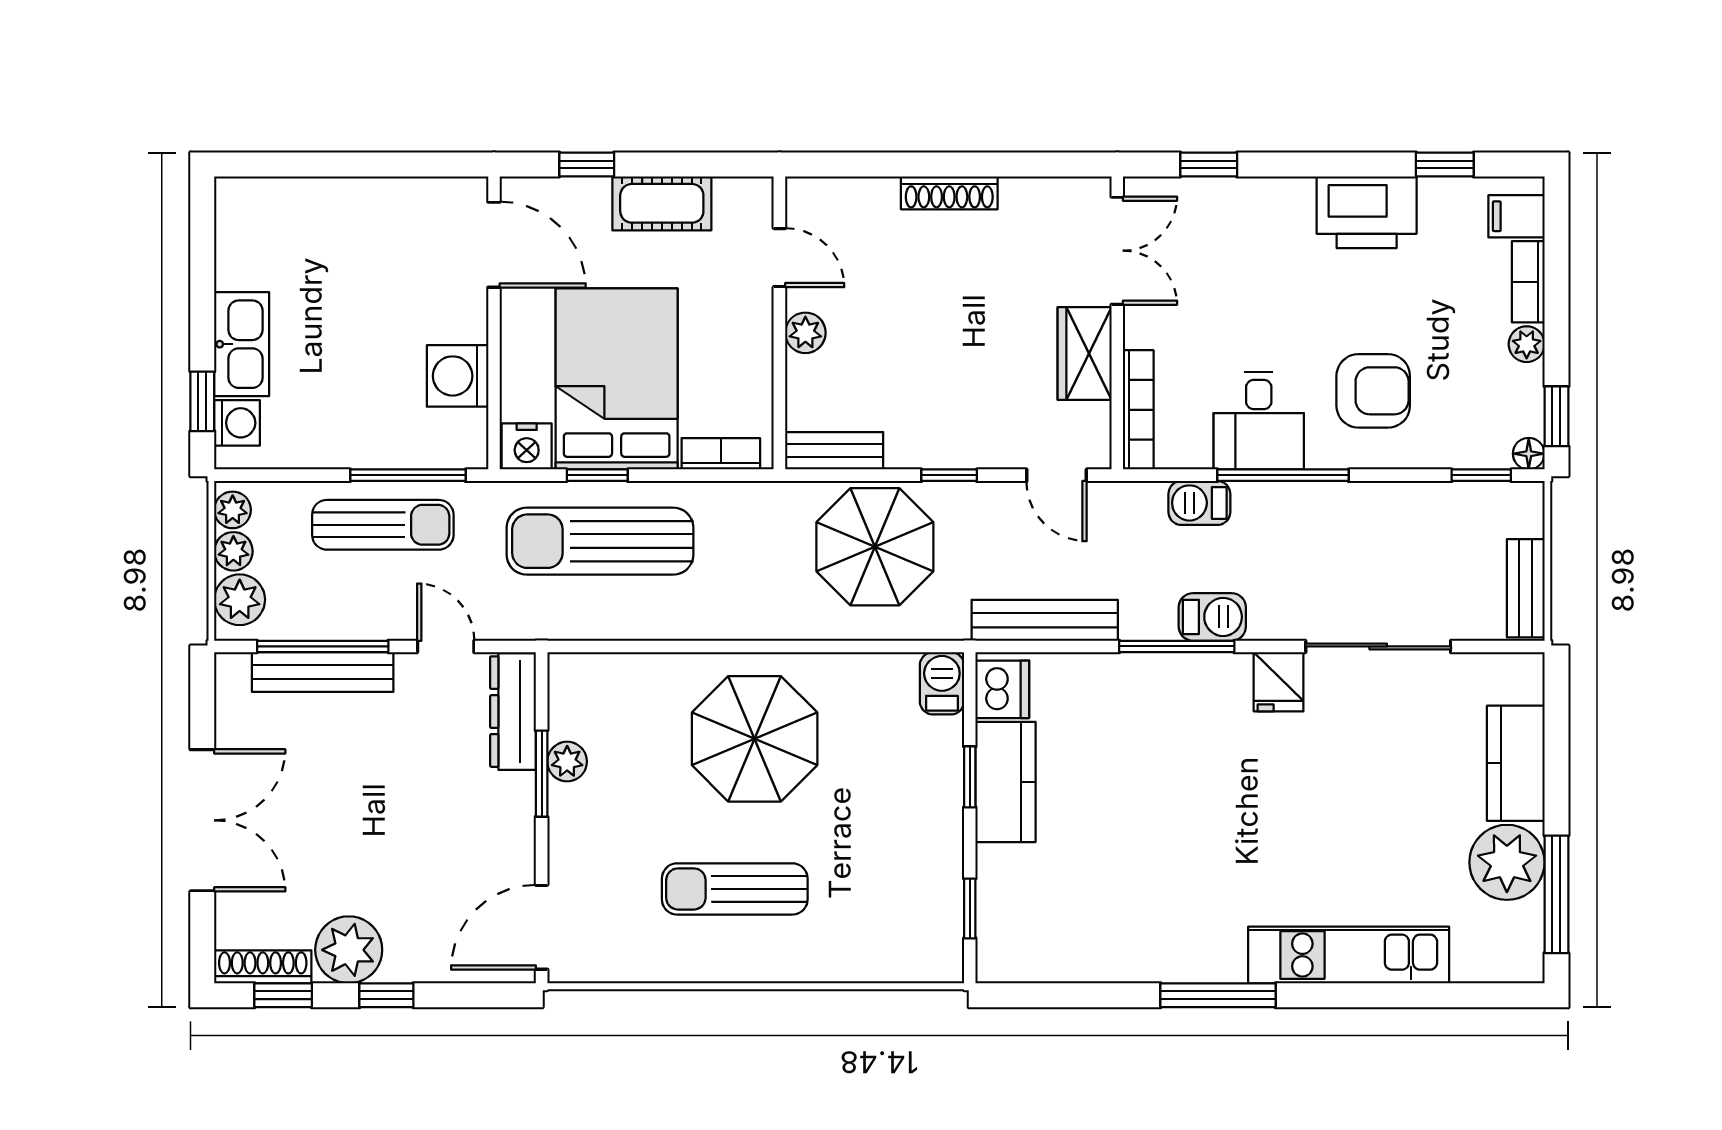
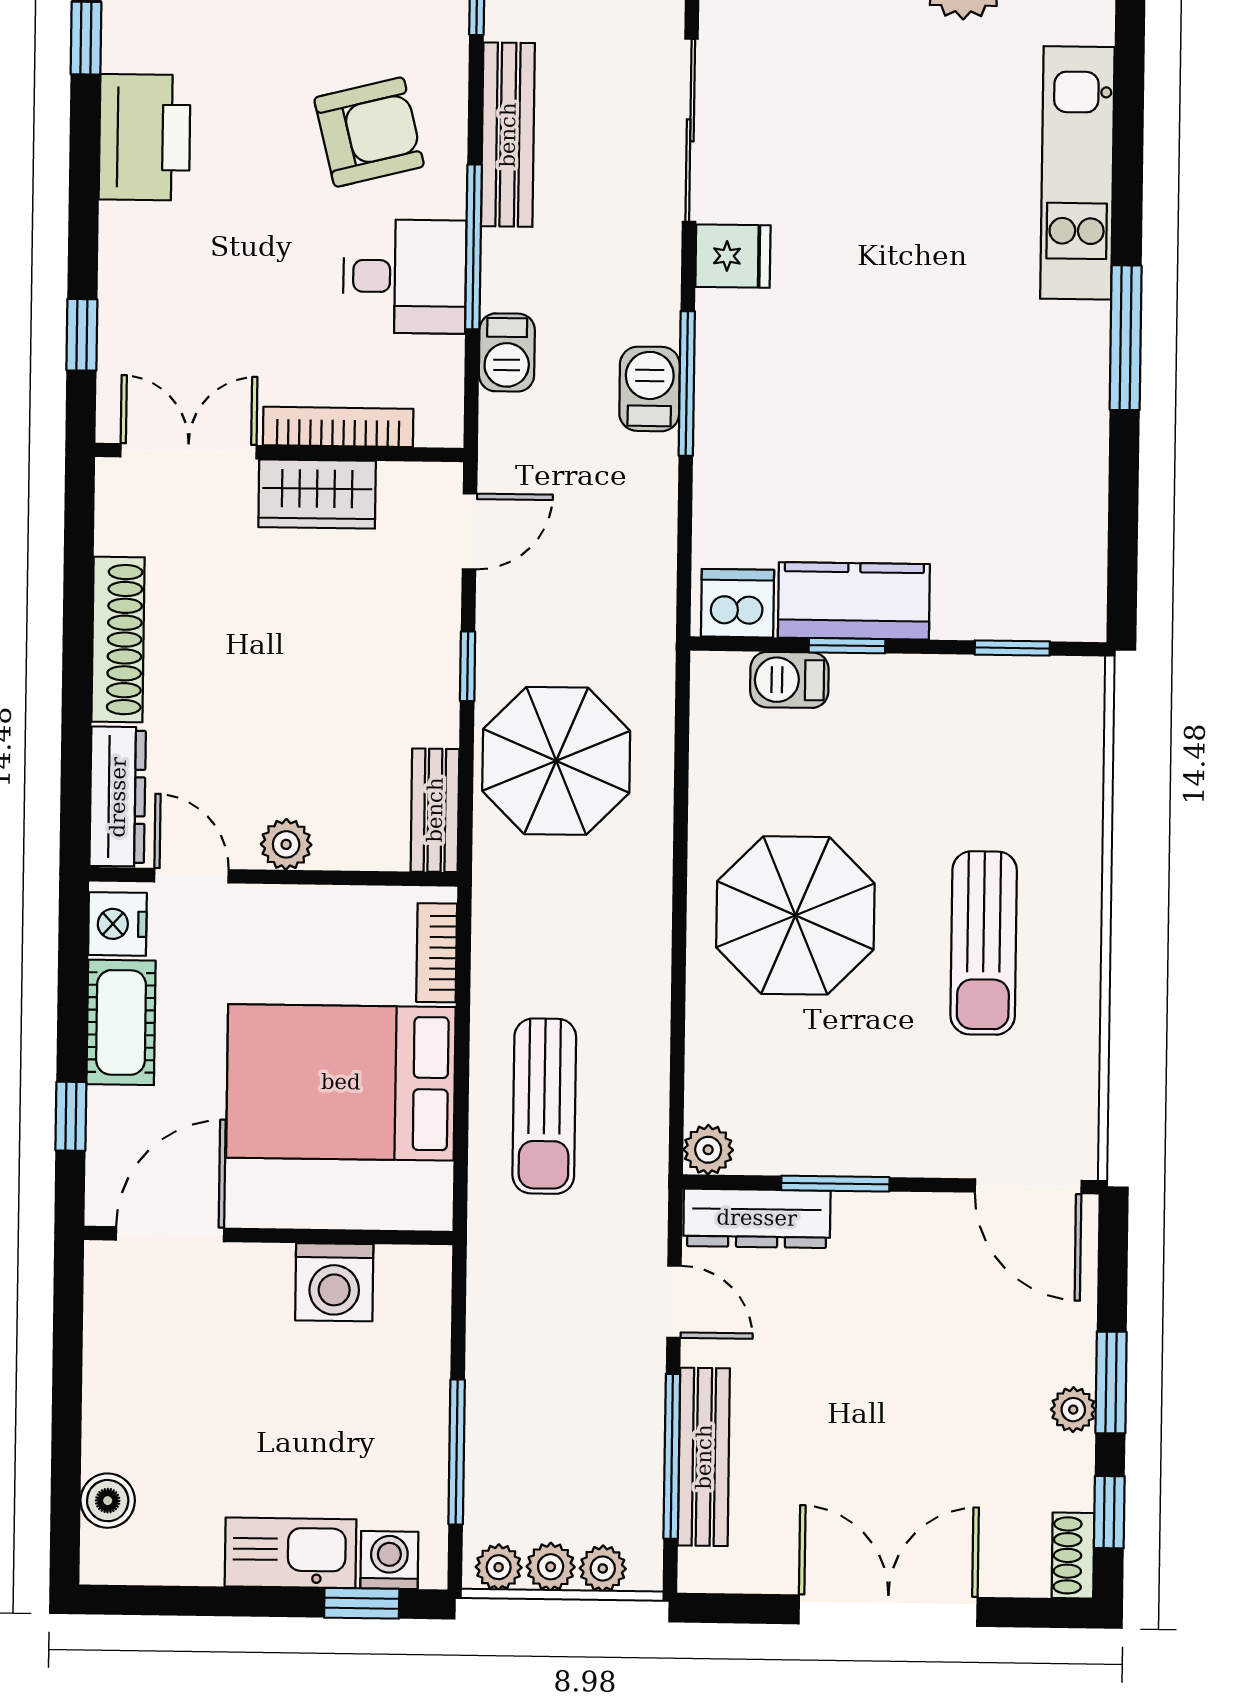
shoe rack: (949, 193) -> (118, 639), width x1.36, depth x1.24
boiler: (281, 198) -> (108, 1501), added
dresser: (842, 198) -> (118, 797), added
door: (779, 258) -> (191, 876), hinge flipped
armchair: (1373, 391) -> (369, 132), turned 76
bookcase: (1138, 410) -> (338, 427), moved
nightstand: (527, 446) -> (117, 924), moved, turned 180
window: (408, 475) -> (457, 1452), moved
window: (597, 475) -> (461, 1108), removed
sun lounger: (383, 525) -> (520, 1379), removed
sun lounger: (600, 541) -> (544, 1106), width x0.73, depth x0.75
plant: (240, 600) -> (603, 1568), width x0.73, depth x0.73
barbecue: (1212, 617) -> (650, 389), moved
bench: (1045, 620) -> (508, 135), moved
door: (446, 646) -> (674, 1302), swing flipped
barbecue: (942, 683) -> (789, 680), moved
plant: (567, 762) -> (708, 1150), moved
plant: (349, 950) -> (1073, 1410), width x0.53, depth x0.53
shoe rack: (263, 967) -> (1073, 1555), width x0.70
window: (386, 995) -> (1111, 1383), width x1.50

